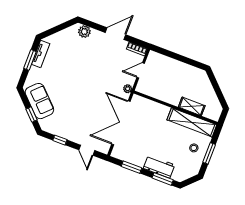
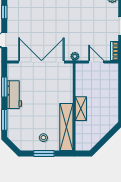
shelving: (192, 106) -> (81, 109), moved
workbench: (159, 167) -> (14, 95), moved

